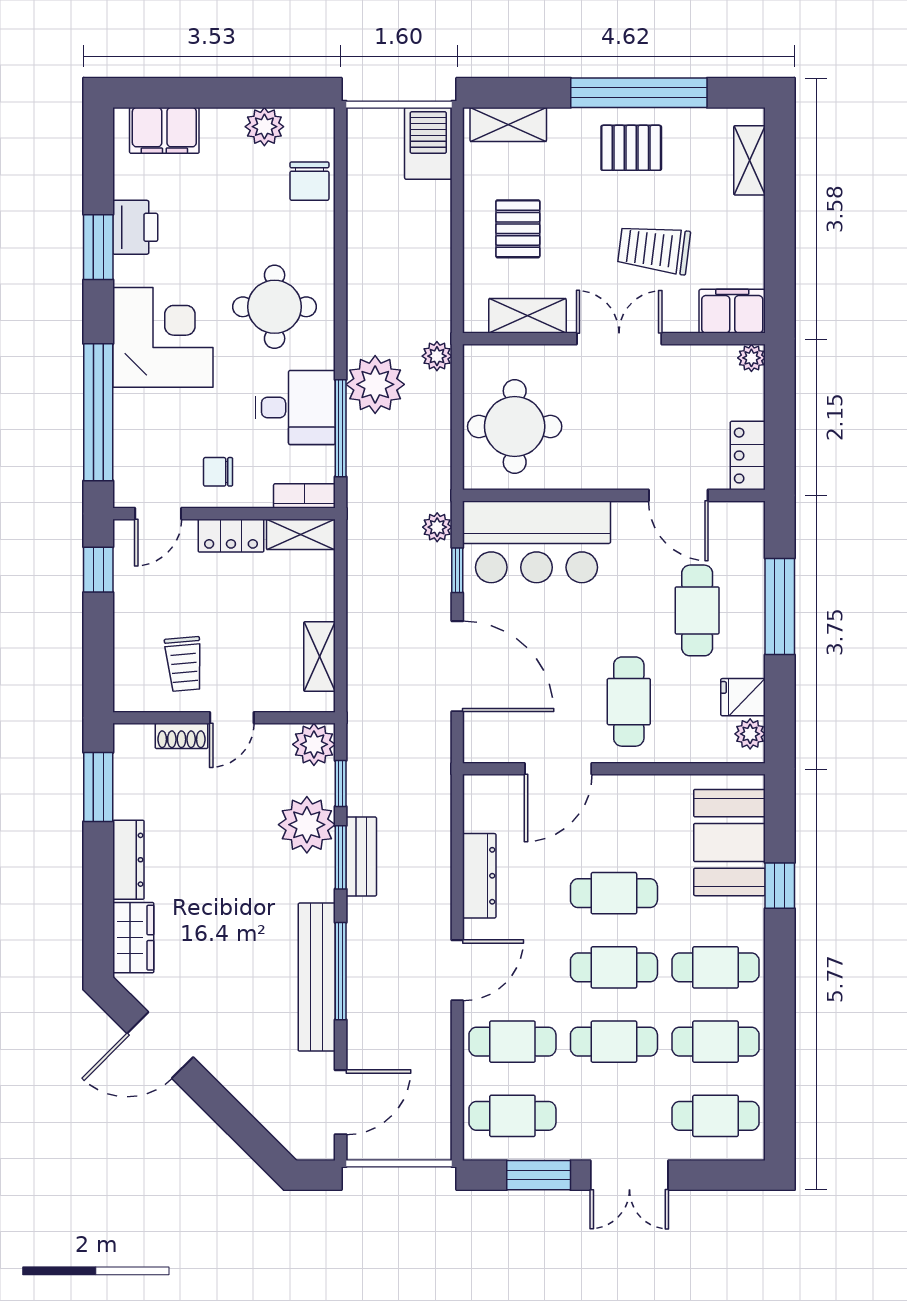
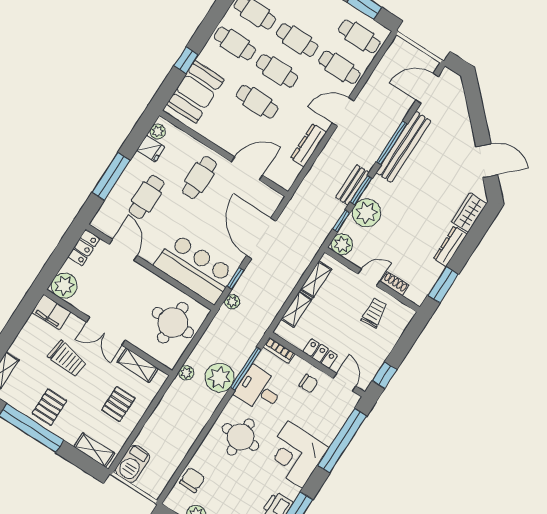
pallet: (631, 148) -> (49, 407), turned 90
plant: (751, 358) -> (64, 286), width x1.88, depth x1.88
door: (158, 514) -> (345, 382), hinge flipped
shelving: (301, 534) -> (296, 309), moved, turned 90

